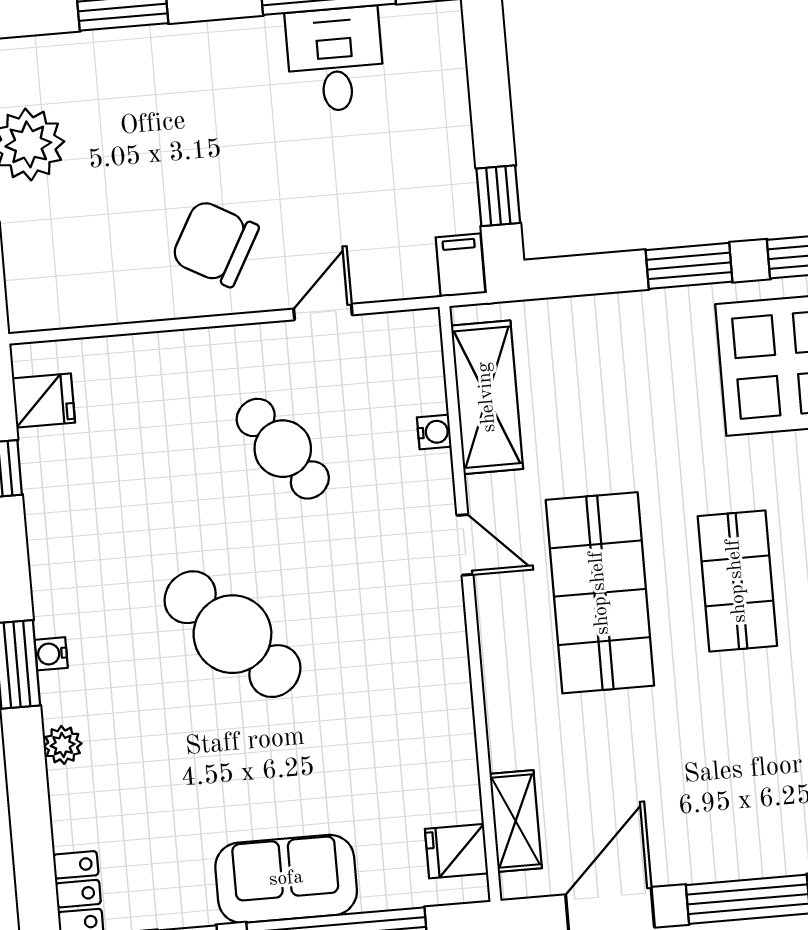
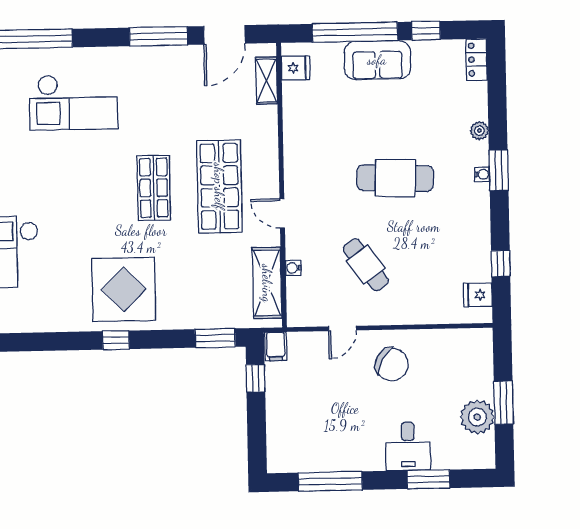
desk: (335, 60) -> (408, 446), moved
window: (689, 266) -> (215, 338), moved
cafe table: (232, 634) -> (395, 178), turned -44

